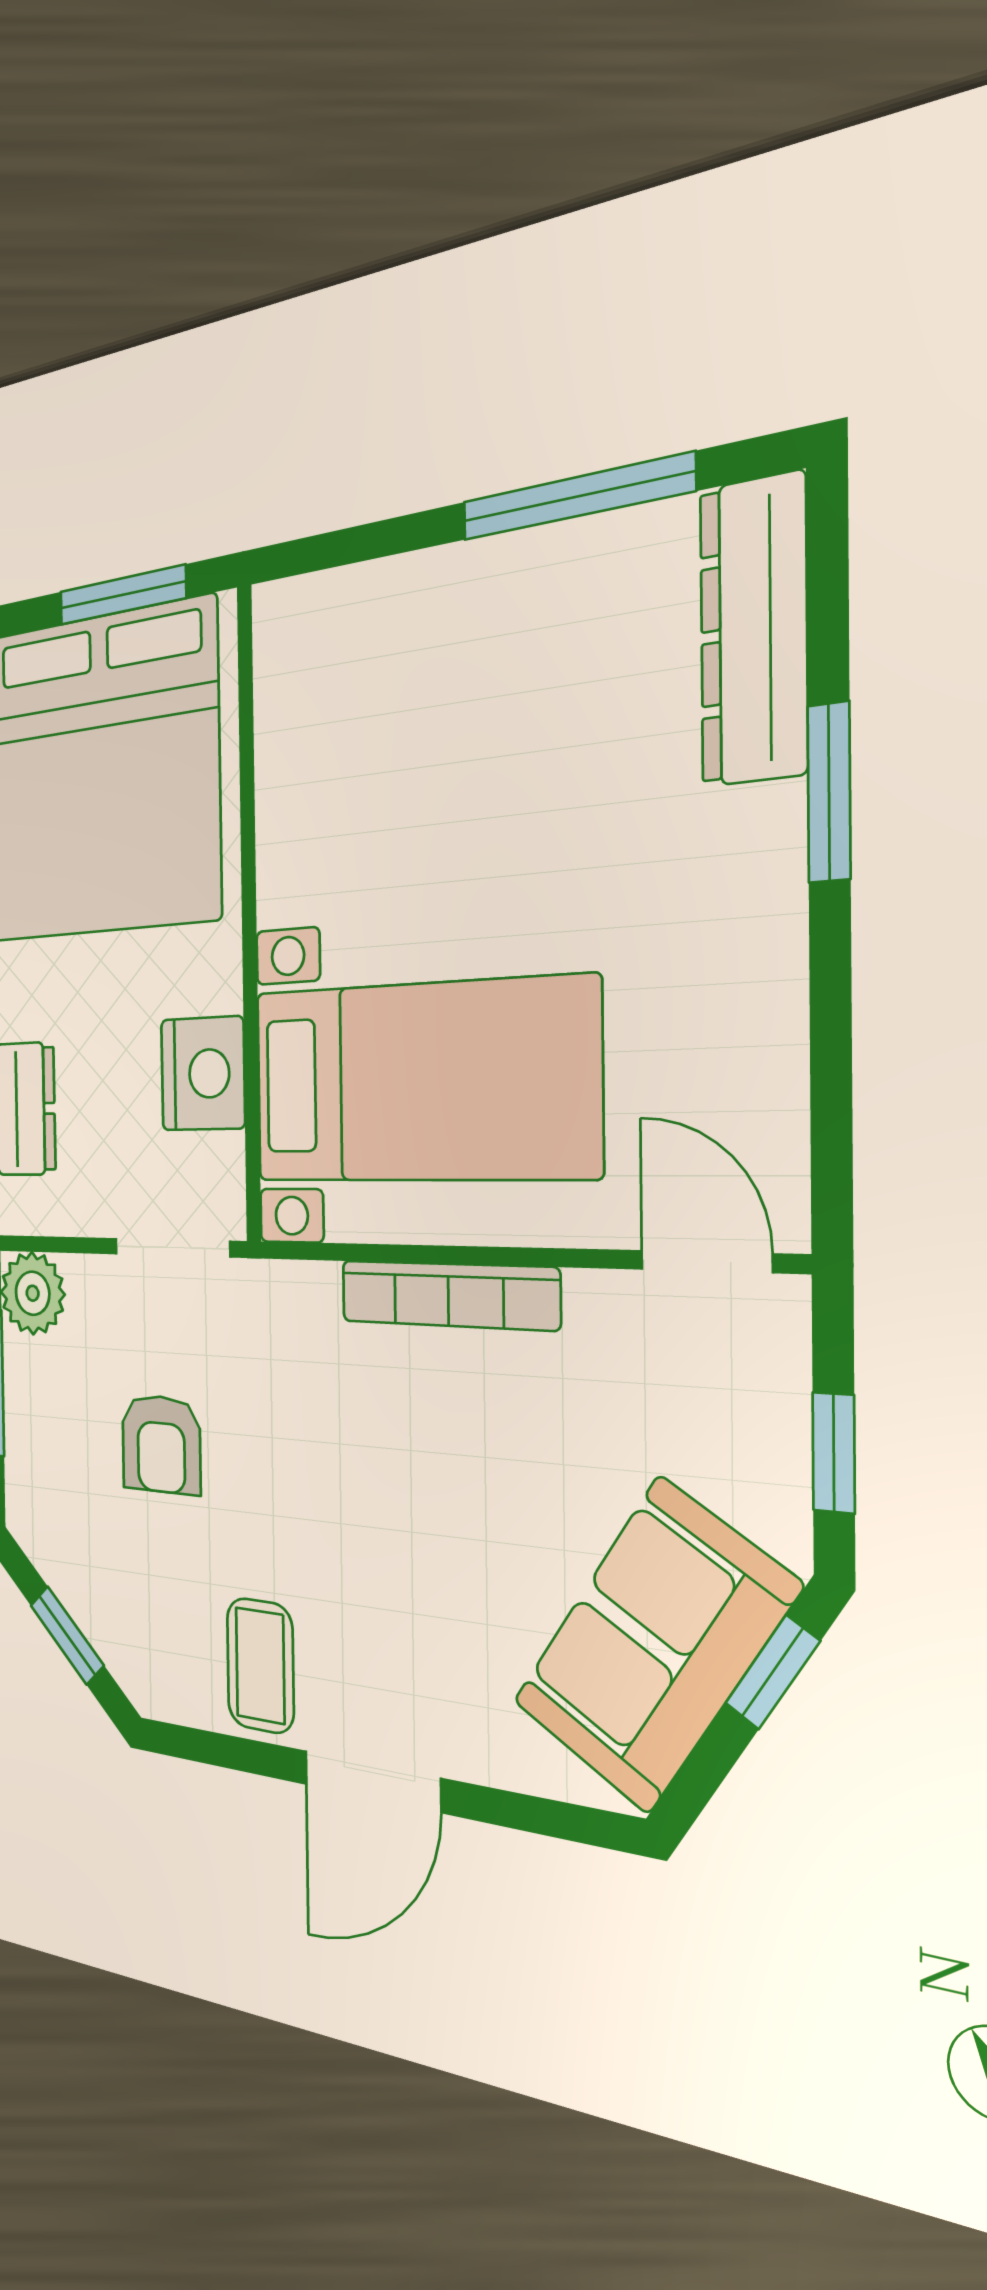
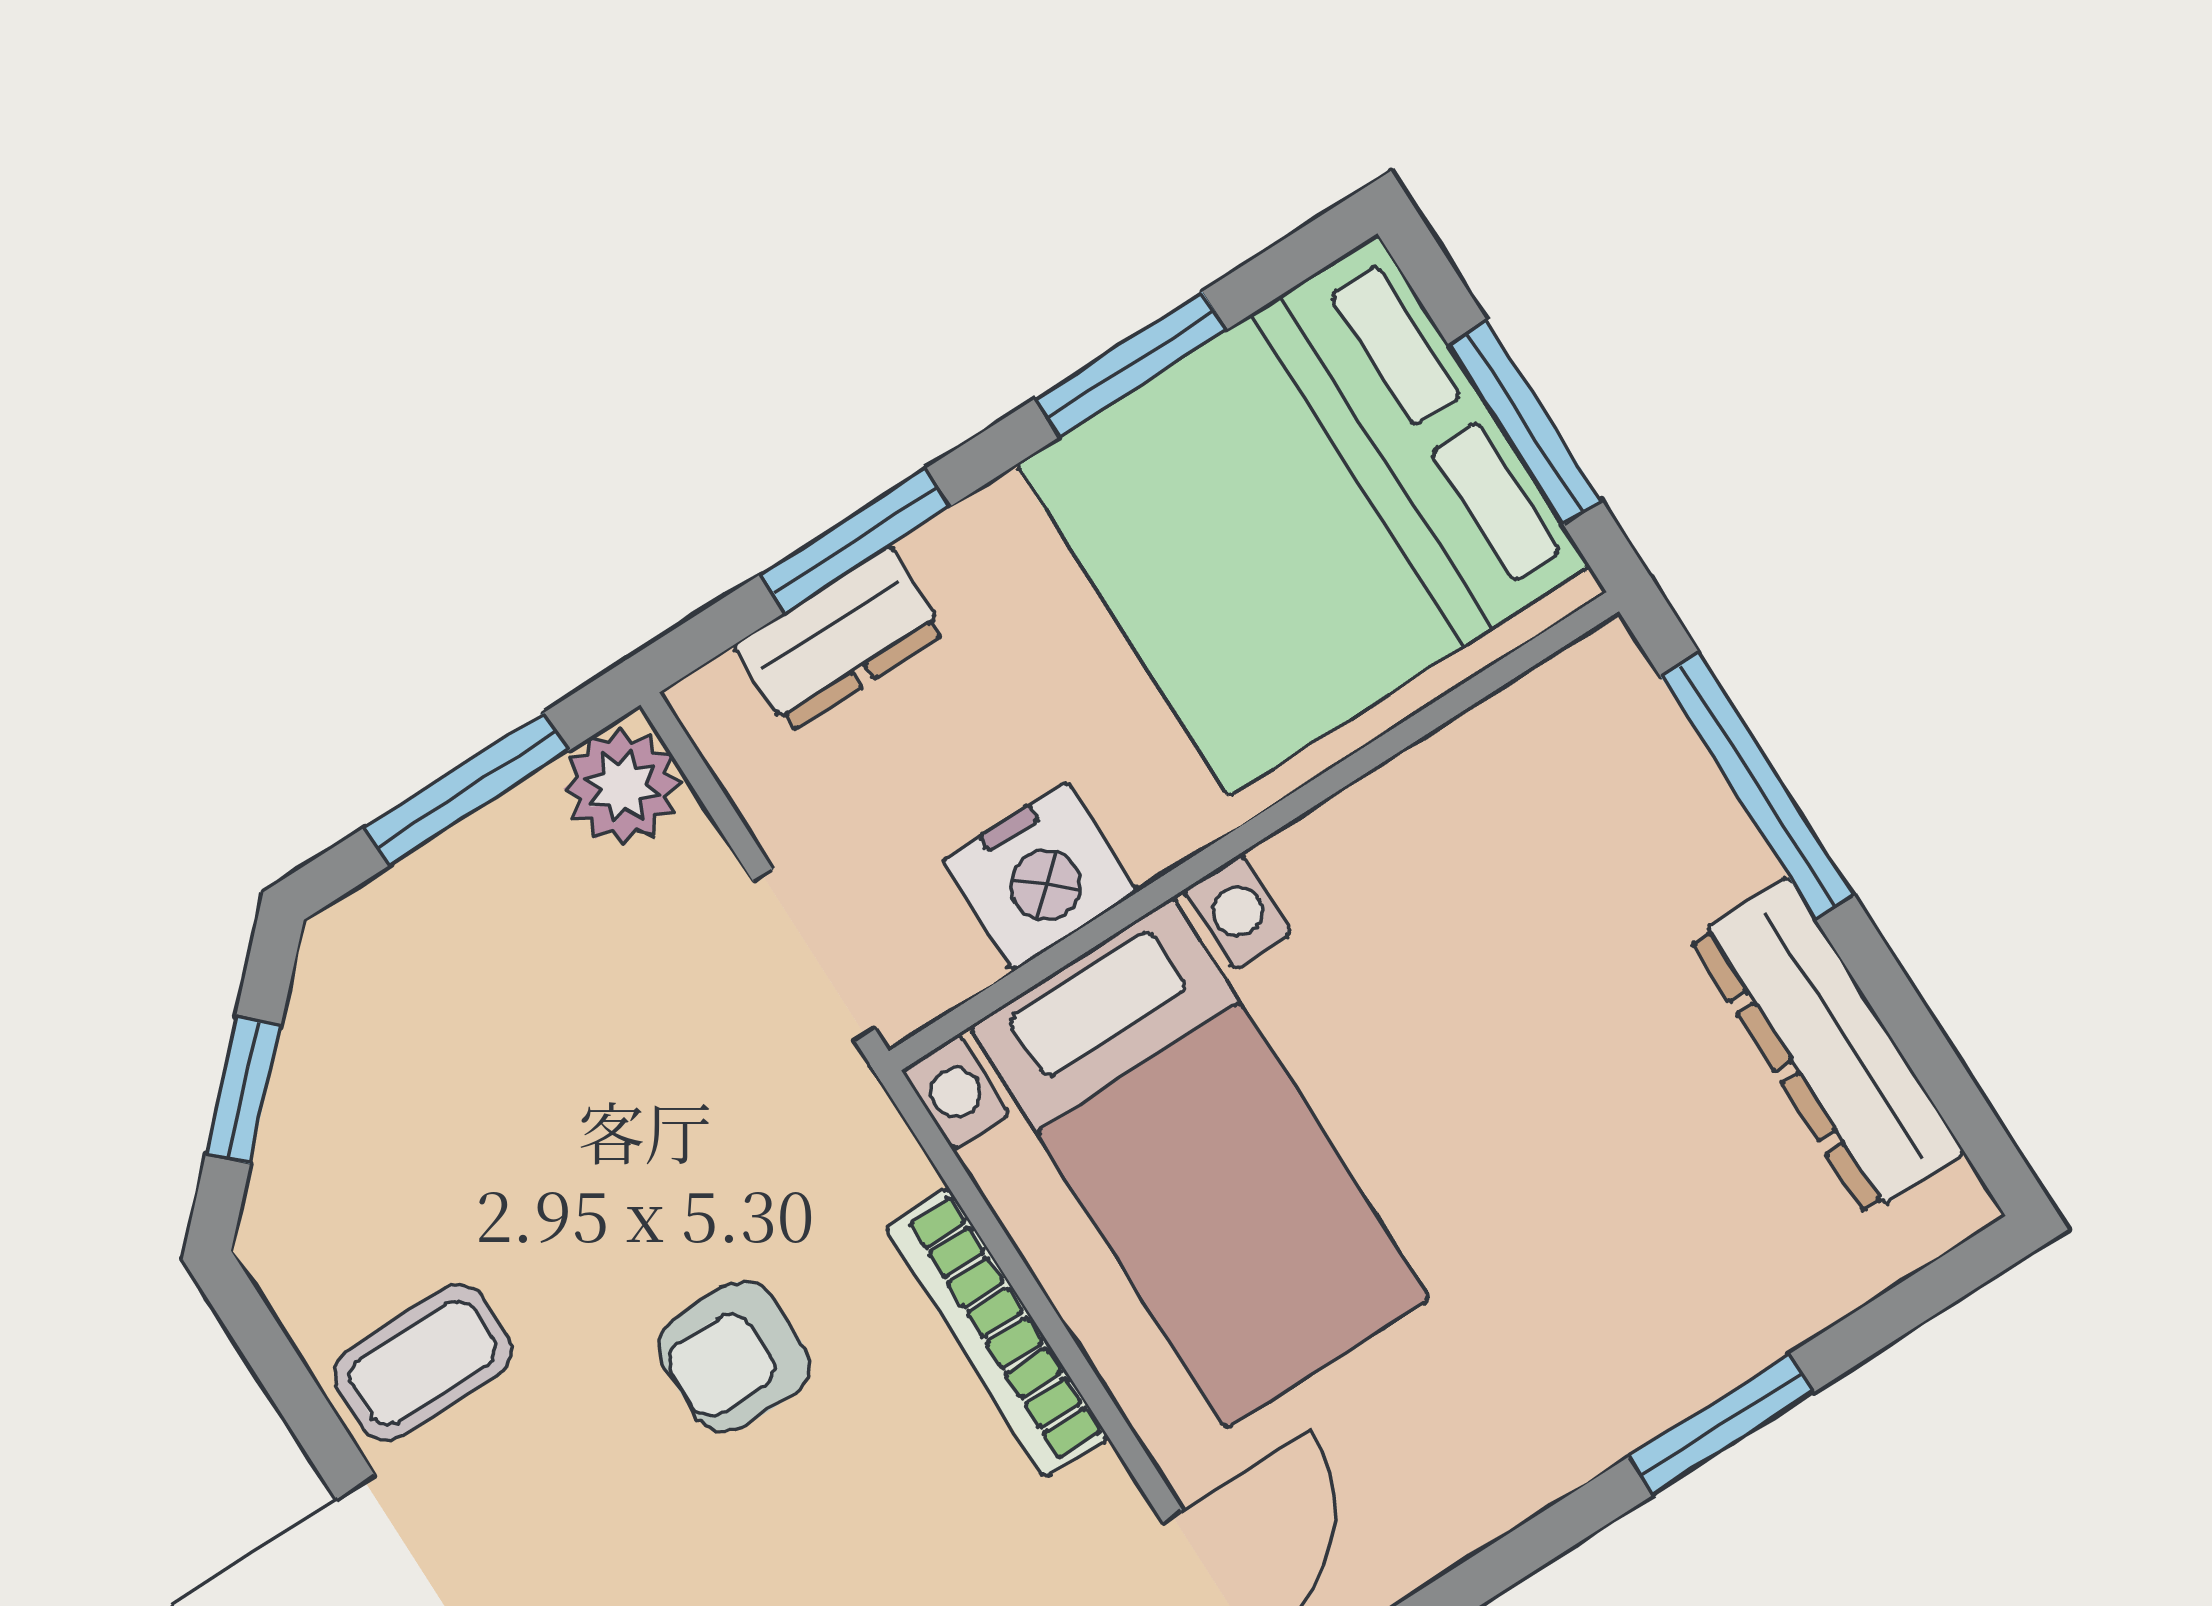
window: (576, 497) -> (1757, 786), moved
dresser: (753, 630) -> (1827, 1046), moved, turned -90
armchair: (161, 1444) -> (734, 1356), moved

